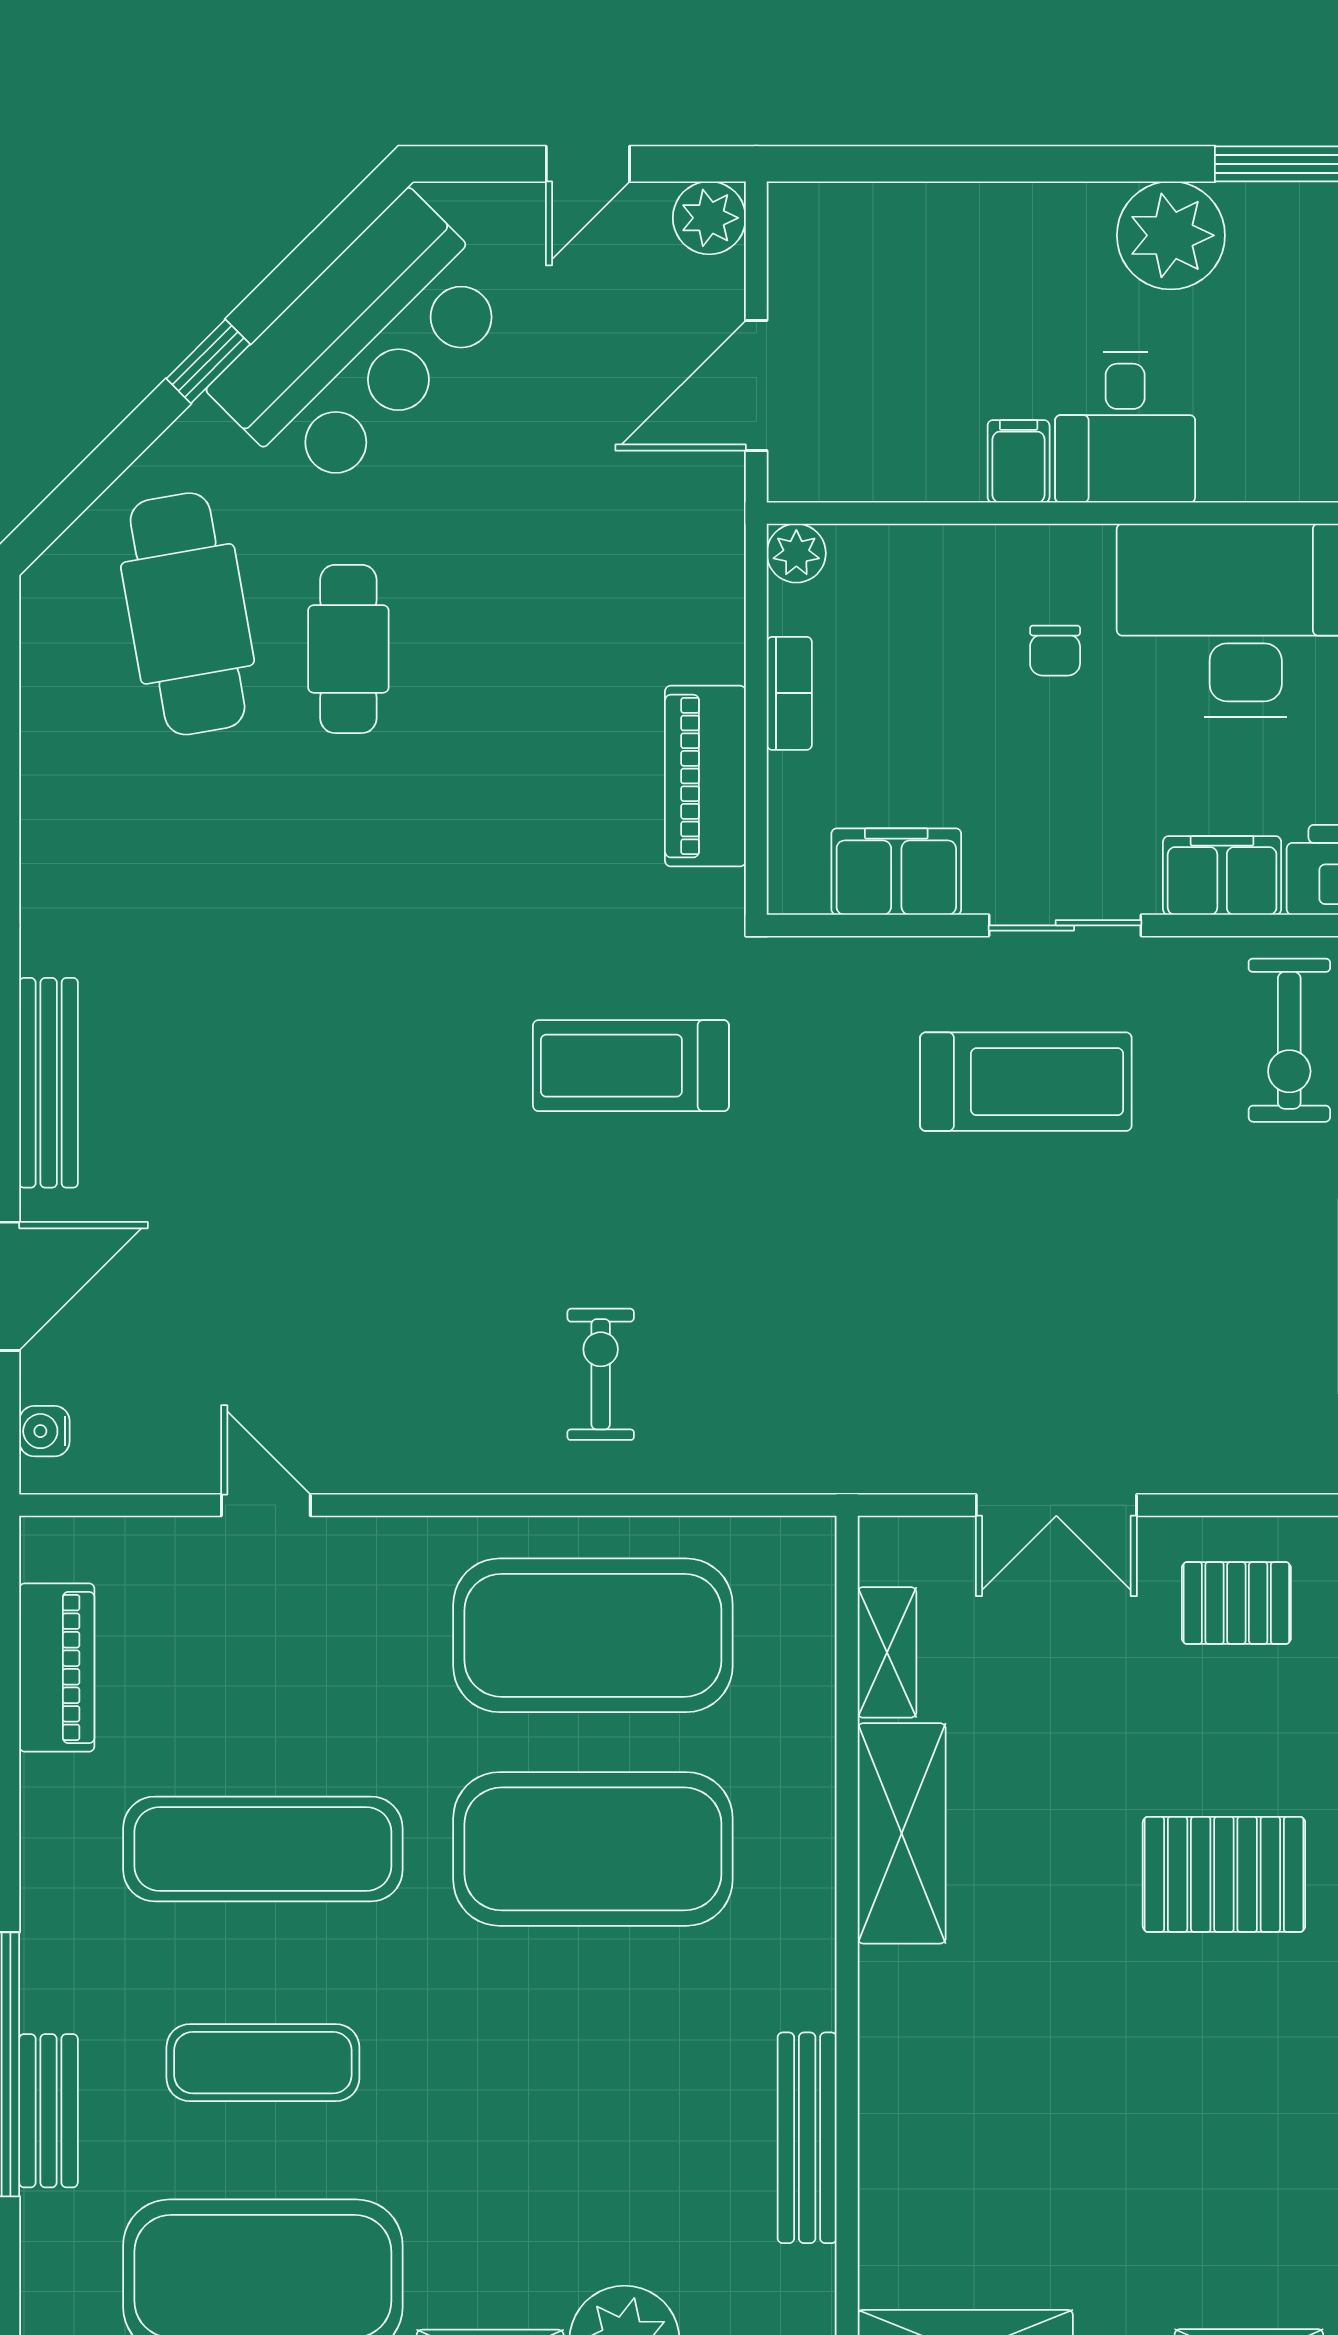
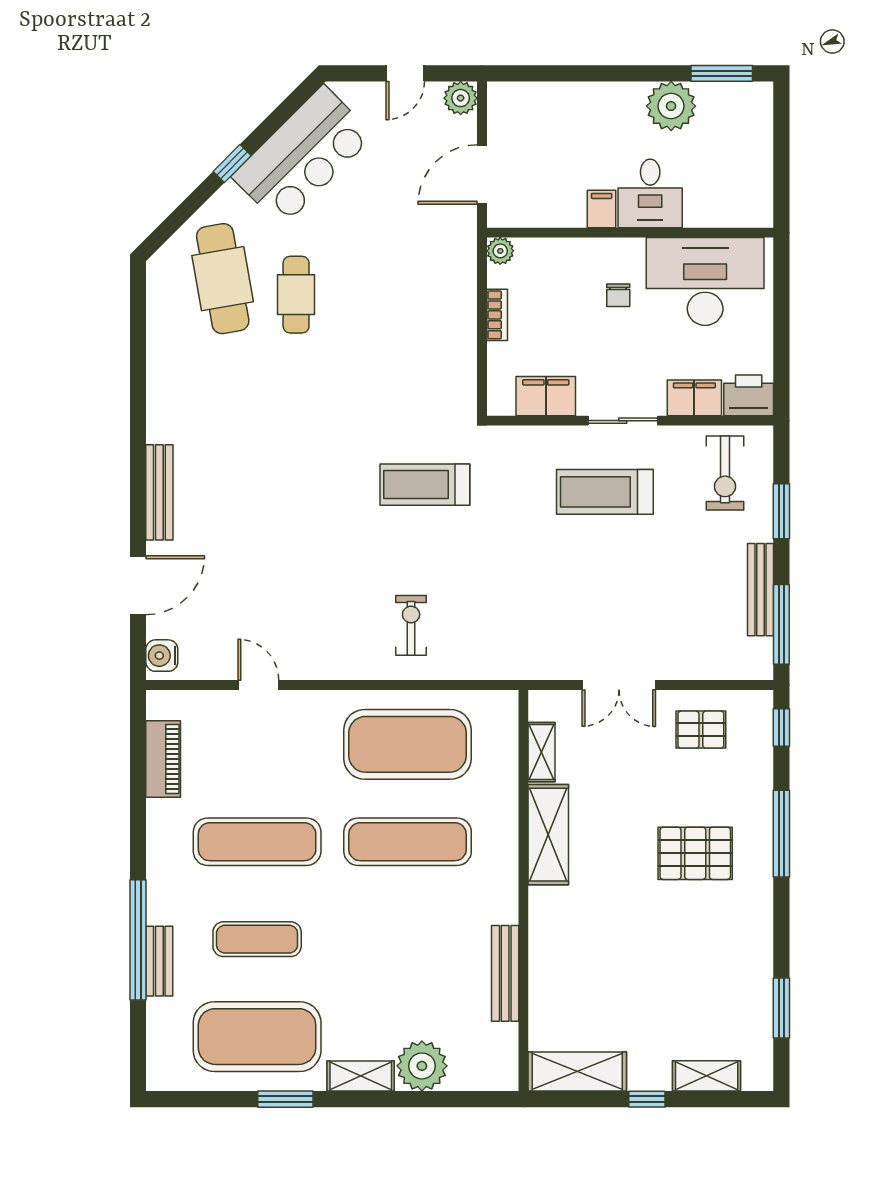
piano: (705, 776) -> (459, 353), removed
treadmill: (1026, 1082) -> (605, 492), turned 180
water cooler: (44, 1431) -> (162, 656), width x1.38, depth x1.38
exercise mat: (593, 1849) -> (408, 842), width x0.68

